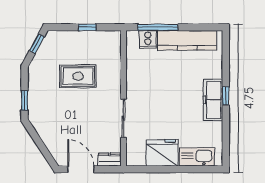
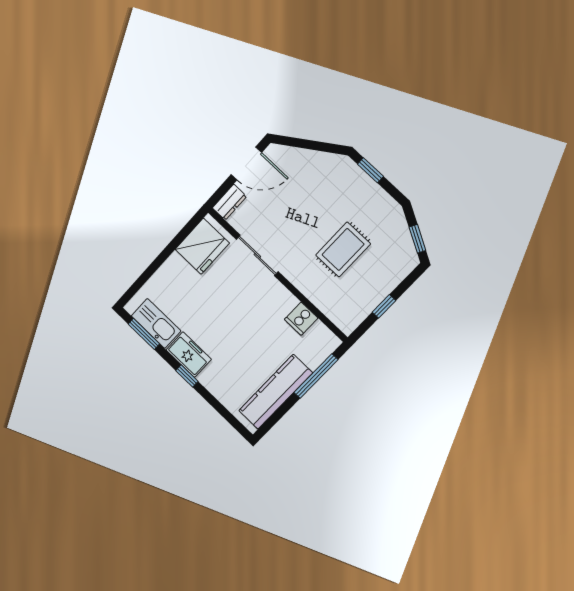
cooker: (148, 39) -> (301, 319), moved, turned -90
freezer: (213, 100) -> (189, 355), width x0.71
window: (226, 141) -> (144, 334), added
fridge: (162, 153) -> (202, 246), moved
kitchen sink: (197, 157) -> (156, 323), moved, turned -90

